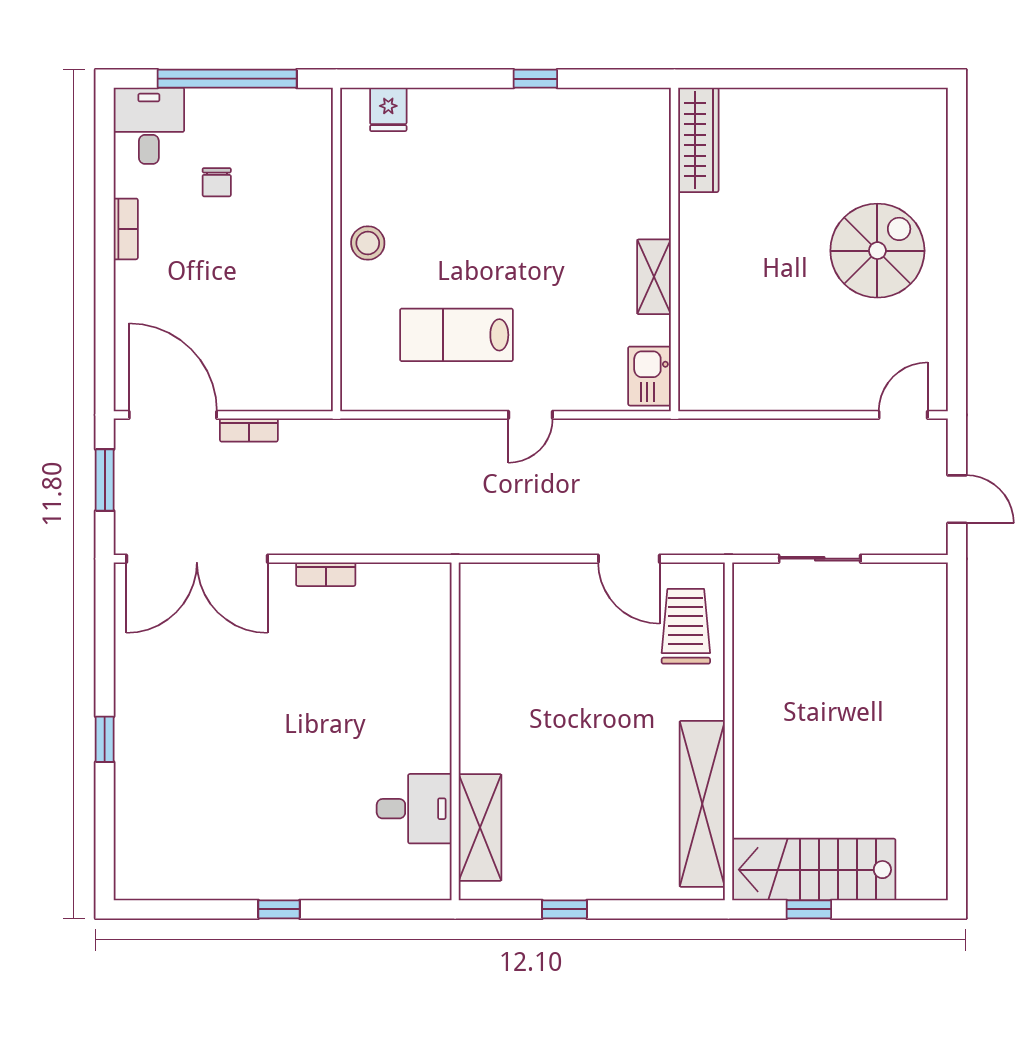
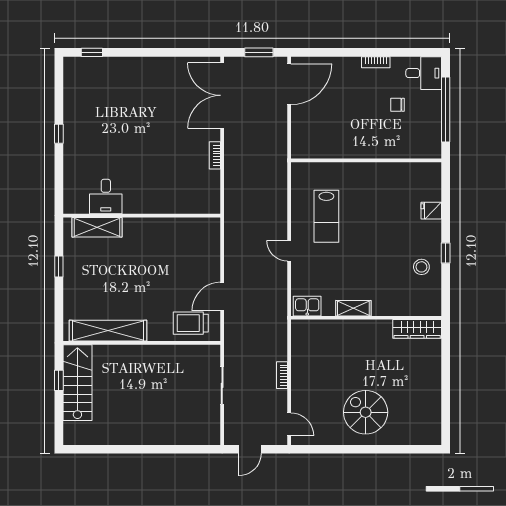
fridge: (388, 109) -> (431, 211), moved
stool: (368, 243) -> (421, 267), moved
spiral stairs: (877, 251) -> (366, 412), turned 180
lab bench: (456, 335) -> (326, 216), turned 180
bookcase: (249, 430) -> (282, 375), moved
trolley: (686, 626) -> (191, 323), turned 180
window: (105, 739) -> (92, 52), moved

